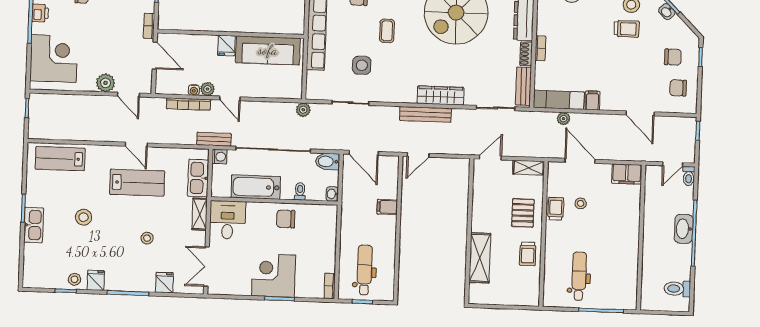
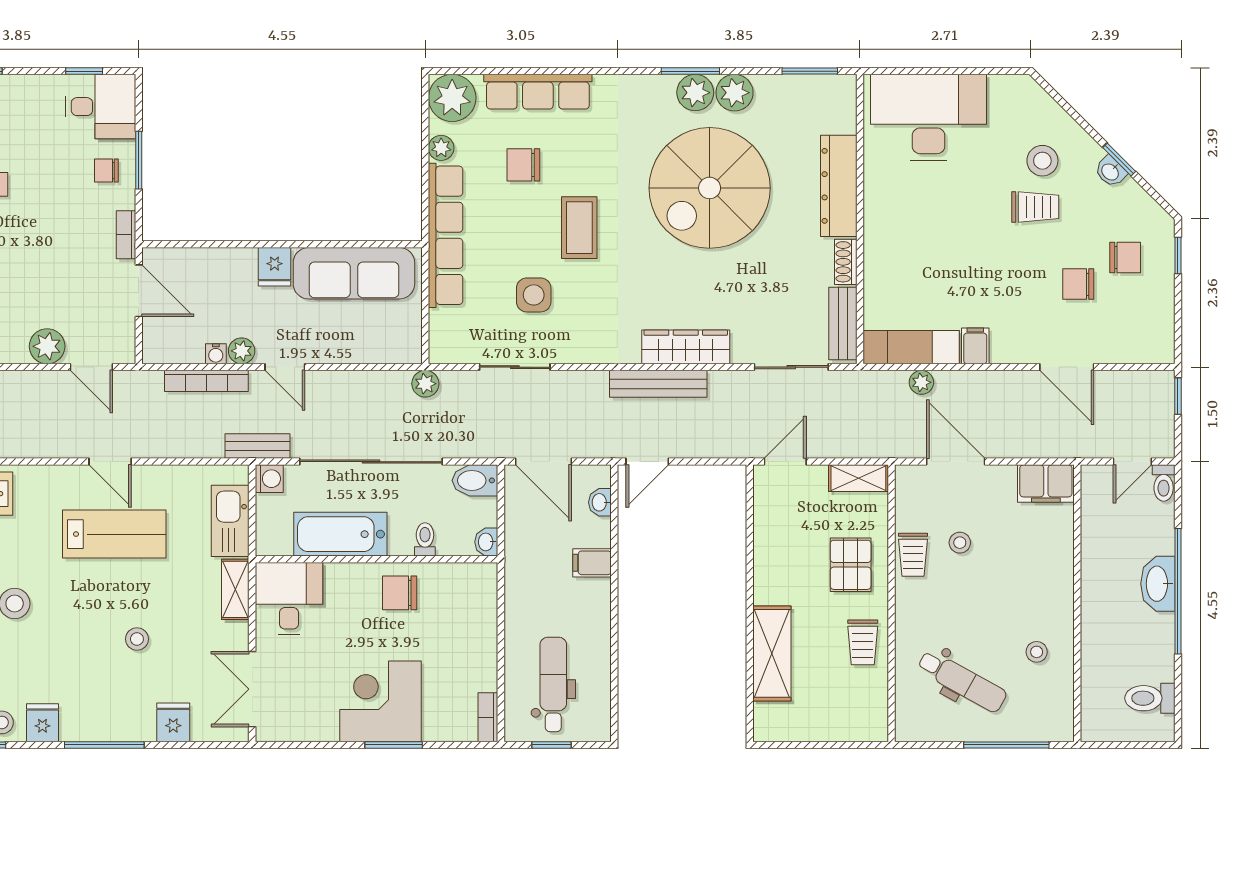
coffee table: (387, 31) -> (579, 228), width x1.36, depth x1.30
bookcase: (540, 48) -> (873, 250), removed
chair: (678, 88) -> (1078, 284), moved
washbasin: (393, 175) -> (600, 502), added
trolley: (556, 209) -> (913, 555), turned 180
stool: (619, 262) -> (1037, 652), added
dental chair: (579, 276) -> (962, 681), turned 119

